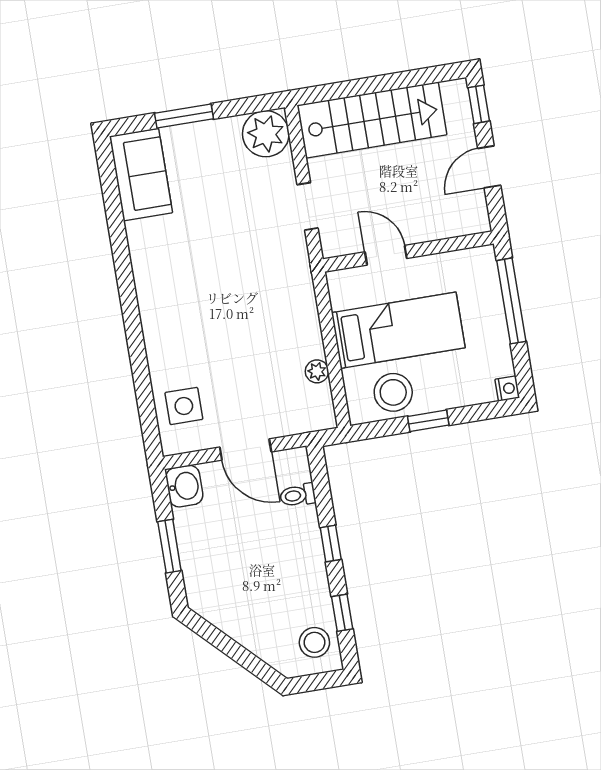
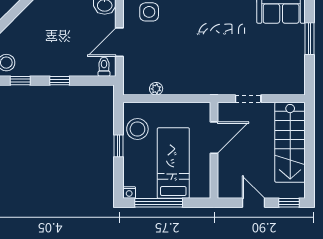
plant: (266, 134) -> (292, 82), removed
door: (386, 255) -> (214, 138), width x1.38
window: (511, 301) -> (159, 203), moved
bed: (398, 330) -> (173, 163), moved, turned 180
toilet: (298, 495) -> (104, 67), moved

